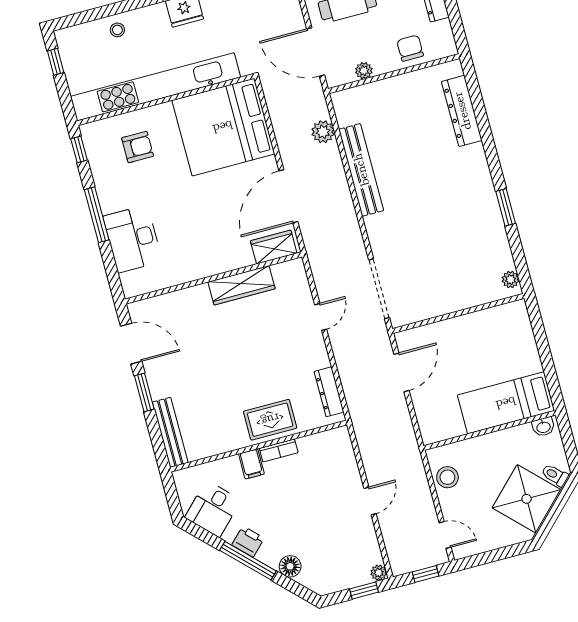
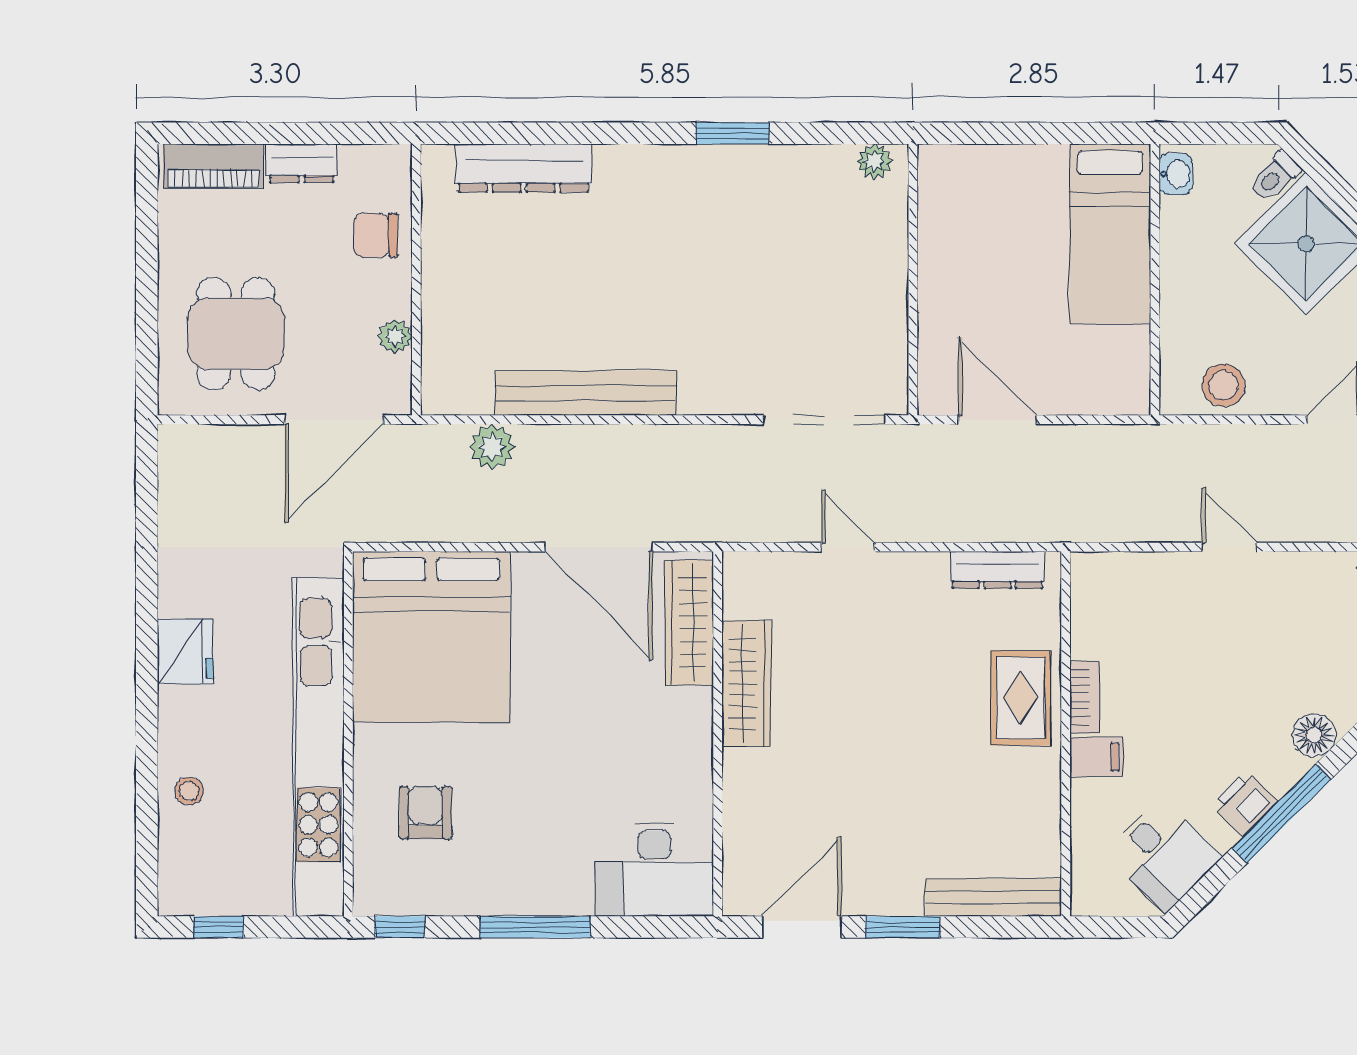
desk: (133, 239) -> (654, 870), moved
wardrobe: (274, 247) -> (689, 623), width x1.50

